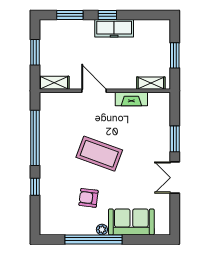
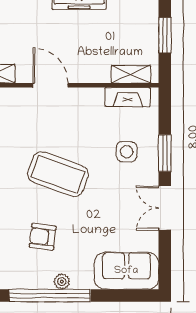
fireplace: (131, 99) -> (128, 97), moved
side table: (148, 138) -> (127, 152), added
sofa: (131, 222) -> (126, 271), moved

